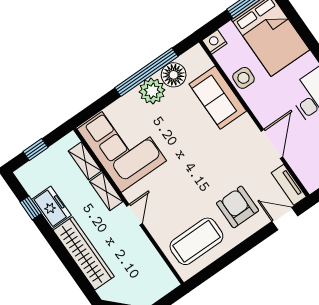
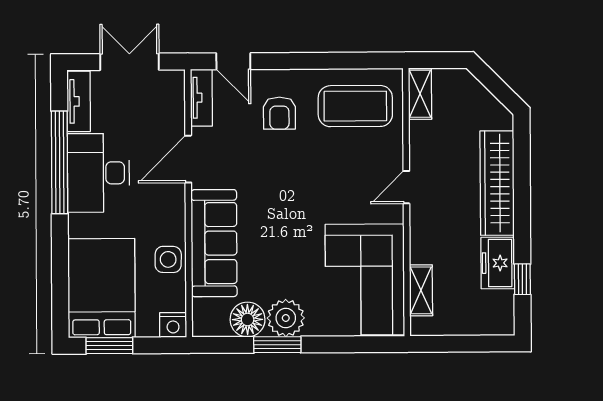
window: (146, 72) -> (277, 345), width x0.47
sofa: (218, 97) -> (214, 243), width x1.36
window: (35, 150) -> (470, 344), removed
shelving: (106, 191) -> (420, 94), moved
armchair: (238, 207) -> (279, 113), width x0.72, depth x0.72

